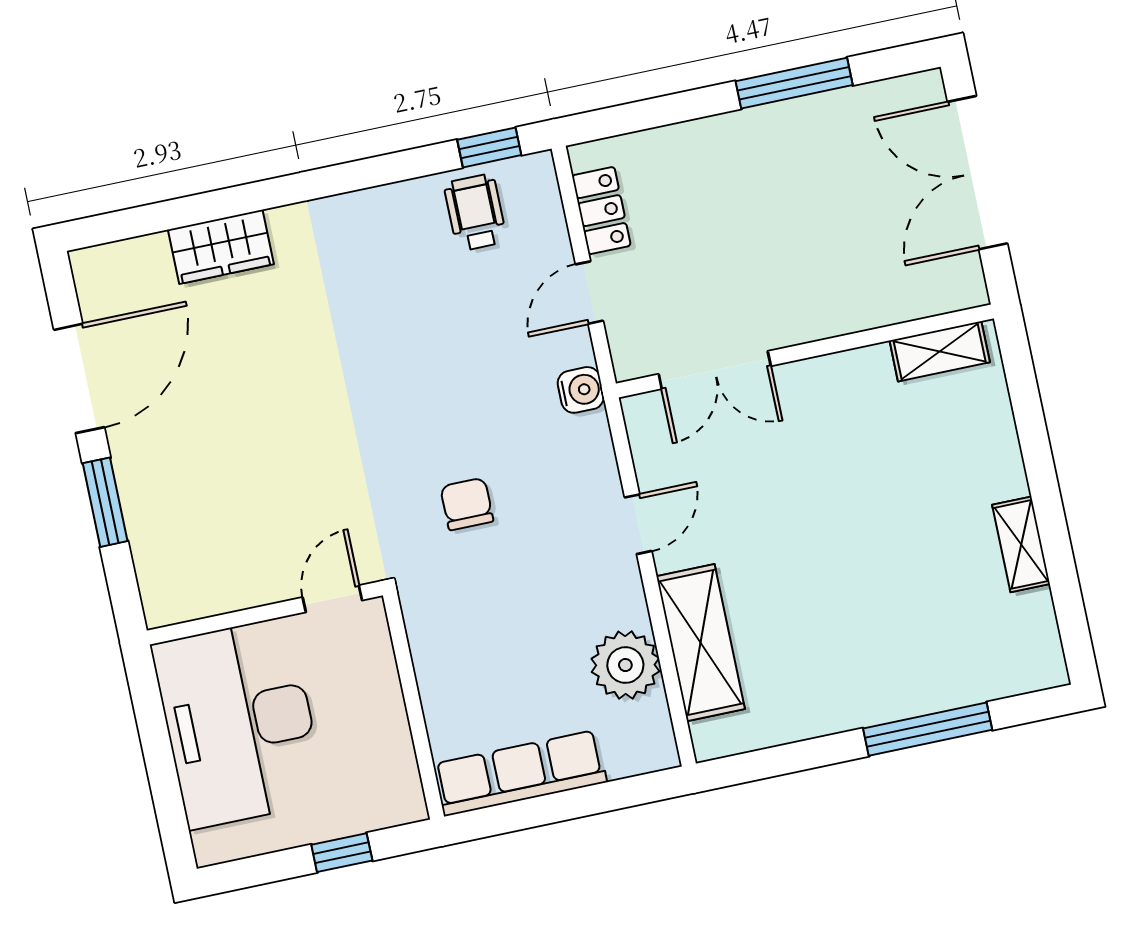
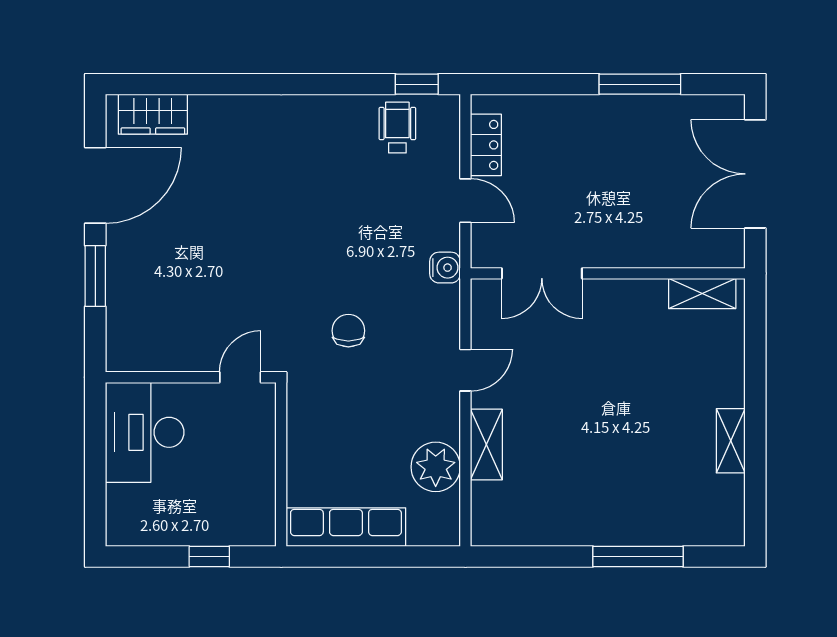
wardrobe: (221, 247) -> (153, 114), moved
door: (589, 293) -> (465, 201), swing flipped
shelving: (701, 643) -> (486, 445), width x0.67, depth x0.75
desk: (239, 723) -> (145, 432), width x0.73, depth x0.77

